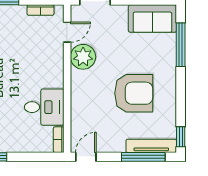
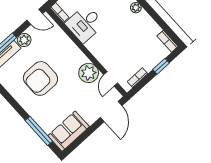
plant: (116, 144) -> (24, 40), added
door: (86, 157) -> (35, 17), hinge flipped

